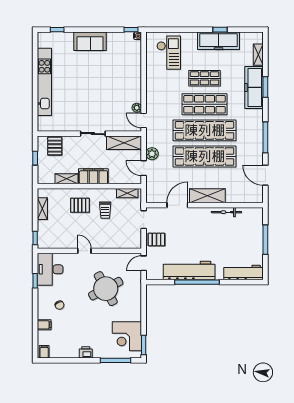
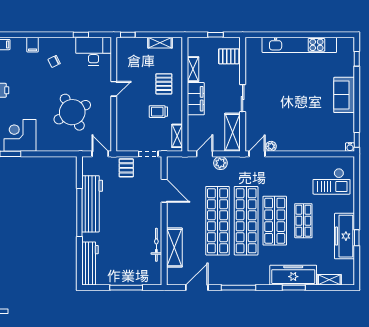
shelving: (207, 196) -> (174, 248), moved

